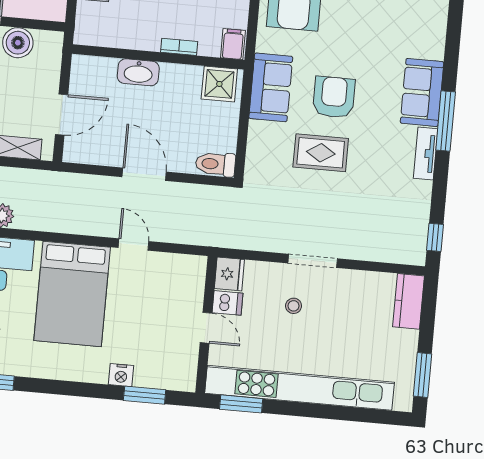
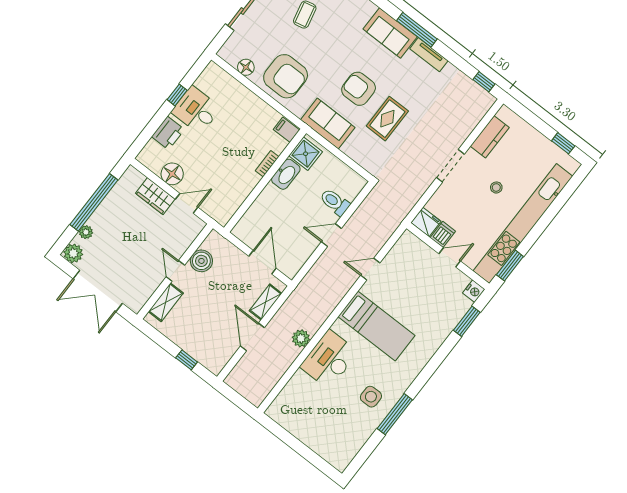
washbasin: (138, 72) -> (286, 174), moved
toilet: (215, 164) -> (335, 202), moved, turned 90
door: (144, 174) -> (331, 235), width x0.73
bed: (72, 294) -> (376, 326), width x0.67
kitchen counter: (409, 301) -> (490, 137), moved, turned -90
stool: (294, 306) -> (496, 187), moved
nightstand: (121, 375) -> (474, 291), moved
window: (422, 375) -> (563, 143), width x0.67

